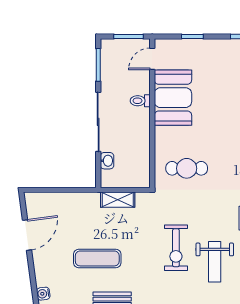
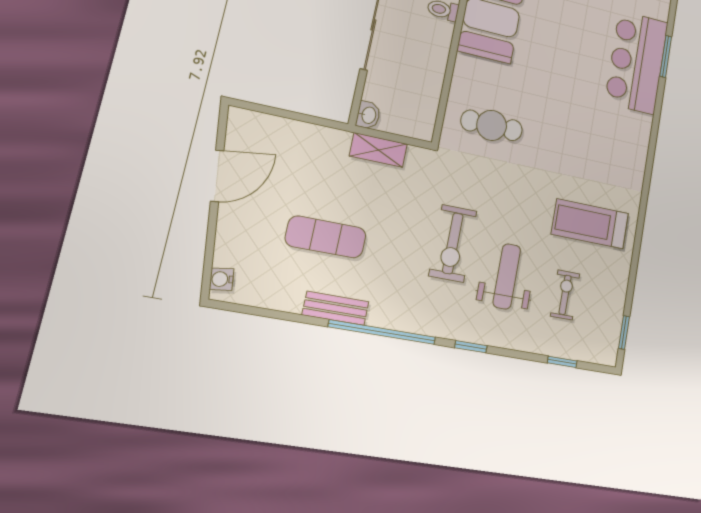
washbasin: (107, 161) -> (368, 115), moved
weight bench: (215, 262) -> (507, 276), turned 180

